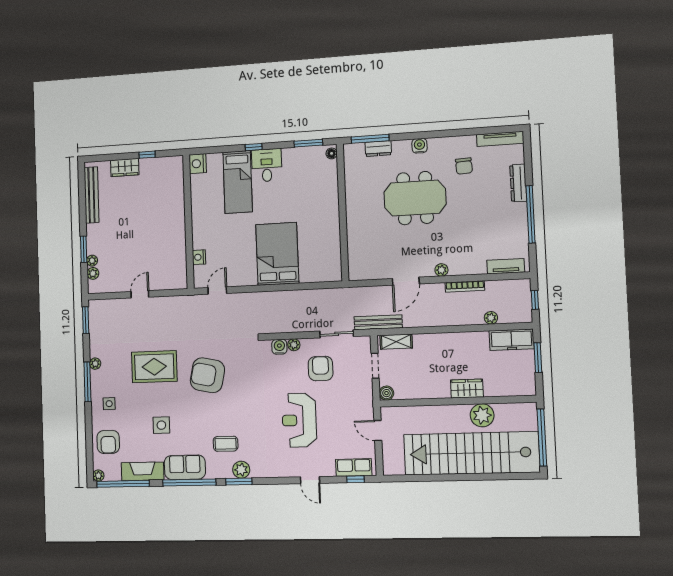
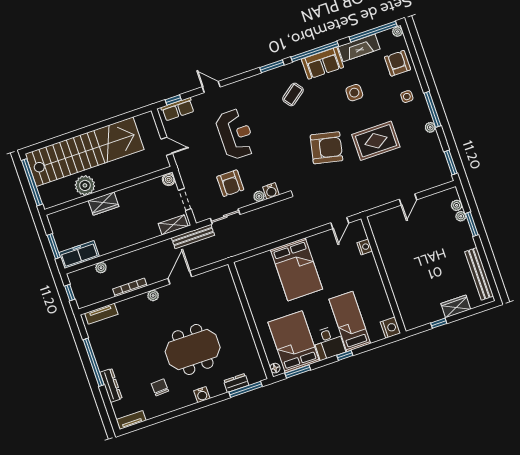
tv unit: (500, 139) -> (131, 420), width x0.71
bed: (303, 177) -> (294, 342), added
coffee table: (226, 444) -> (293, 94), turned -37
plant: (241, 470) -> (273, 77), removed

